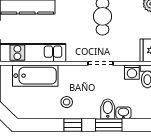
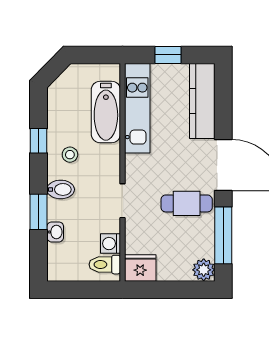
bidet: (108, 109) -> (61, 189), moved
window: (73, 125) -> (39, 141), moved

